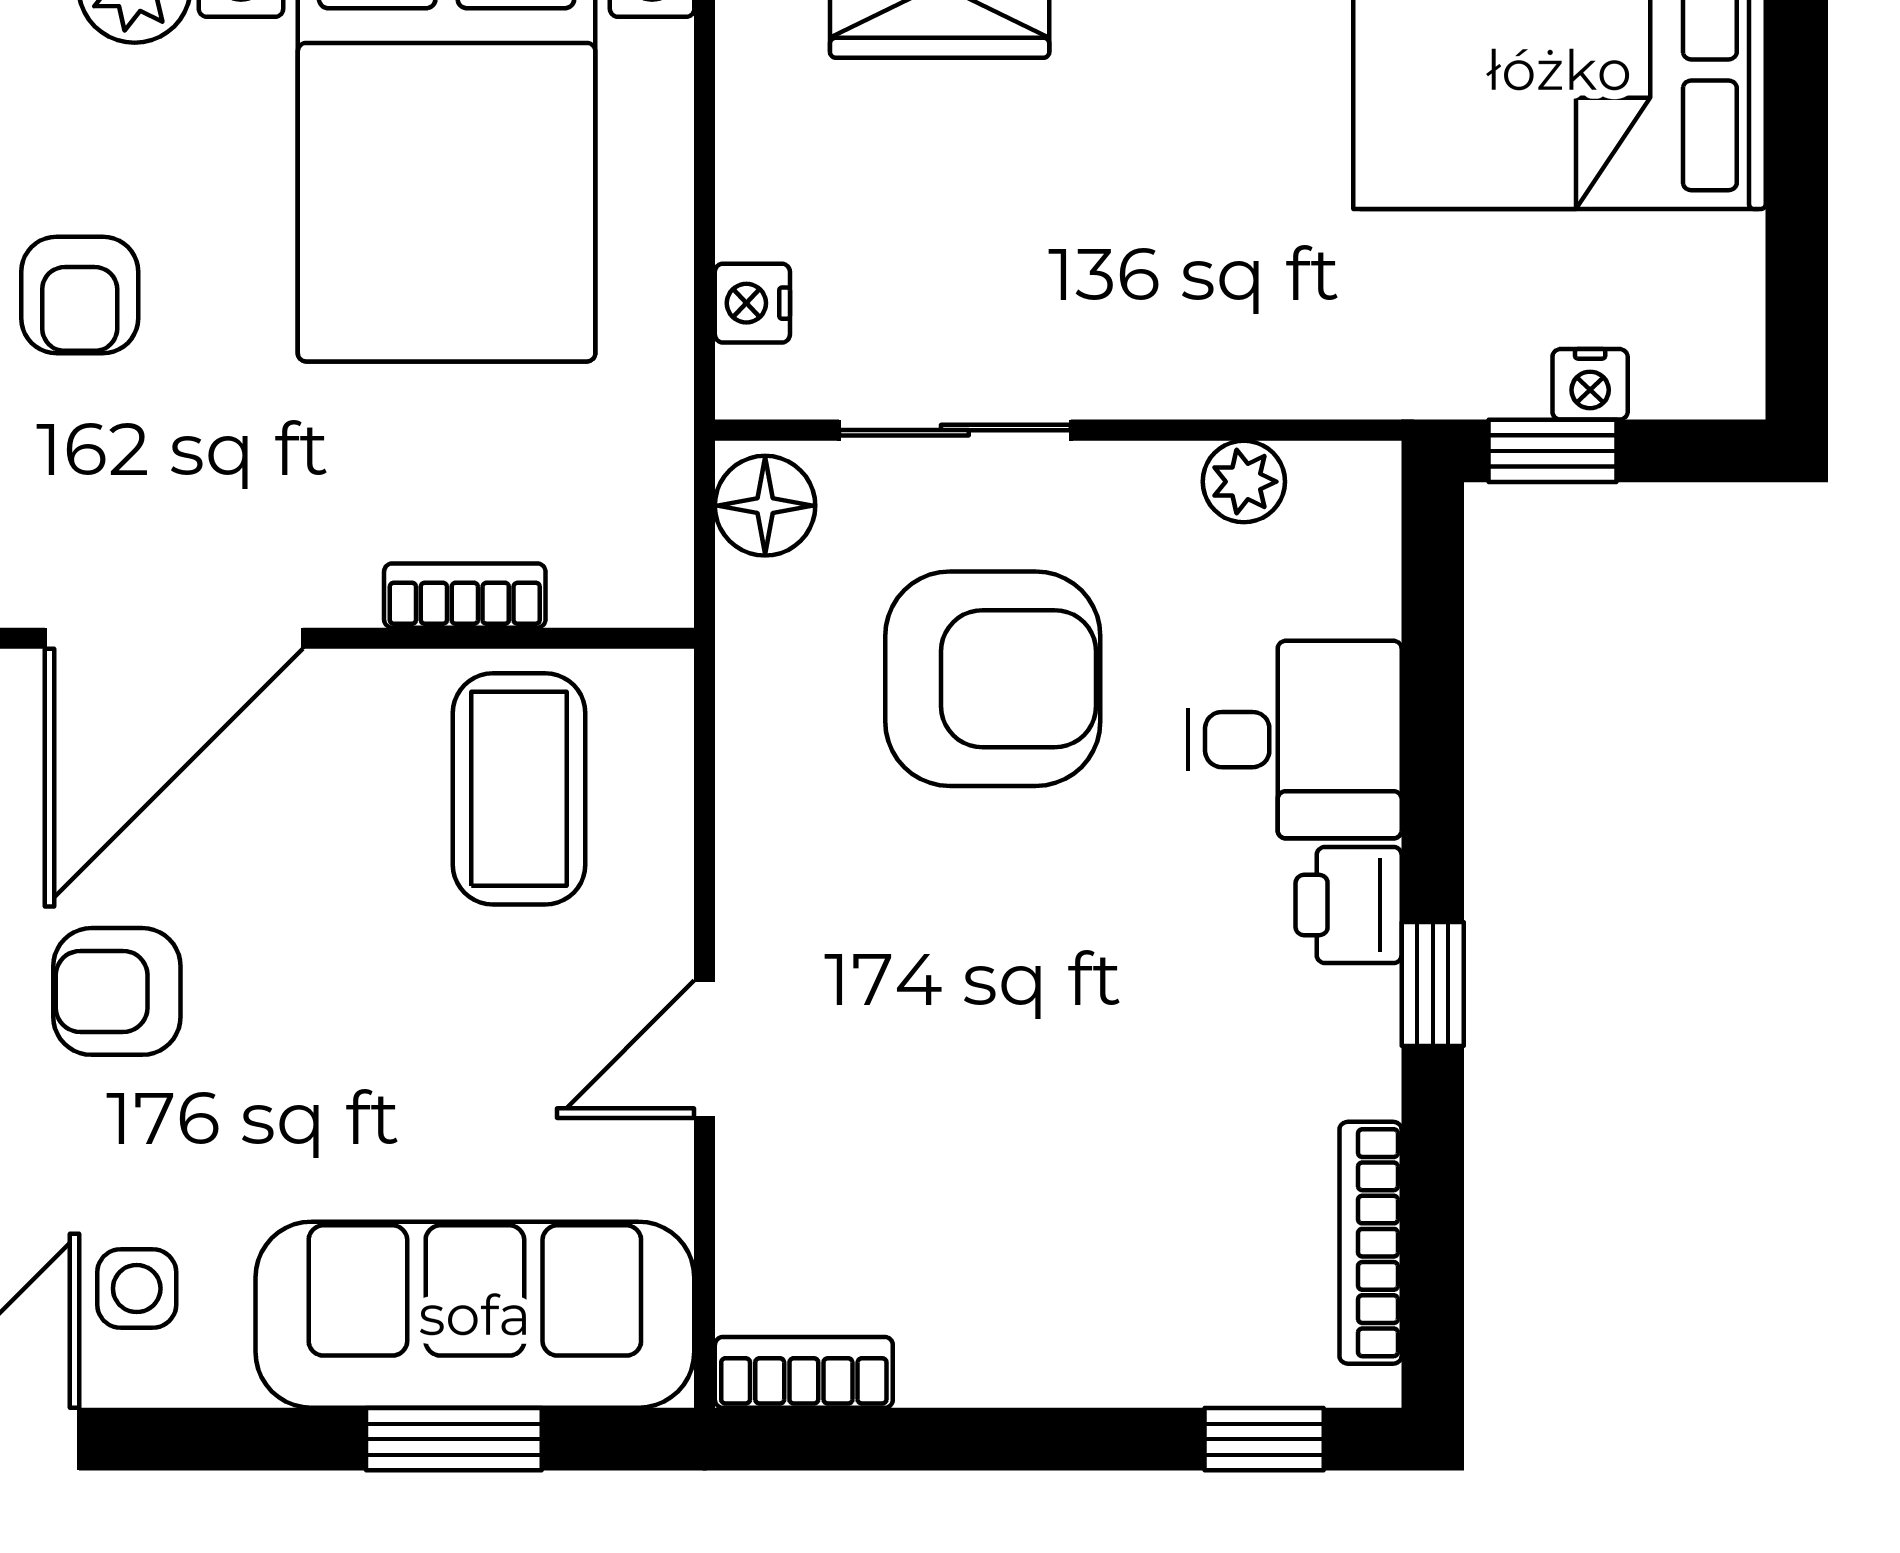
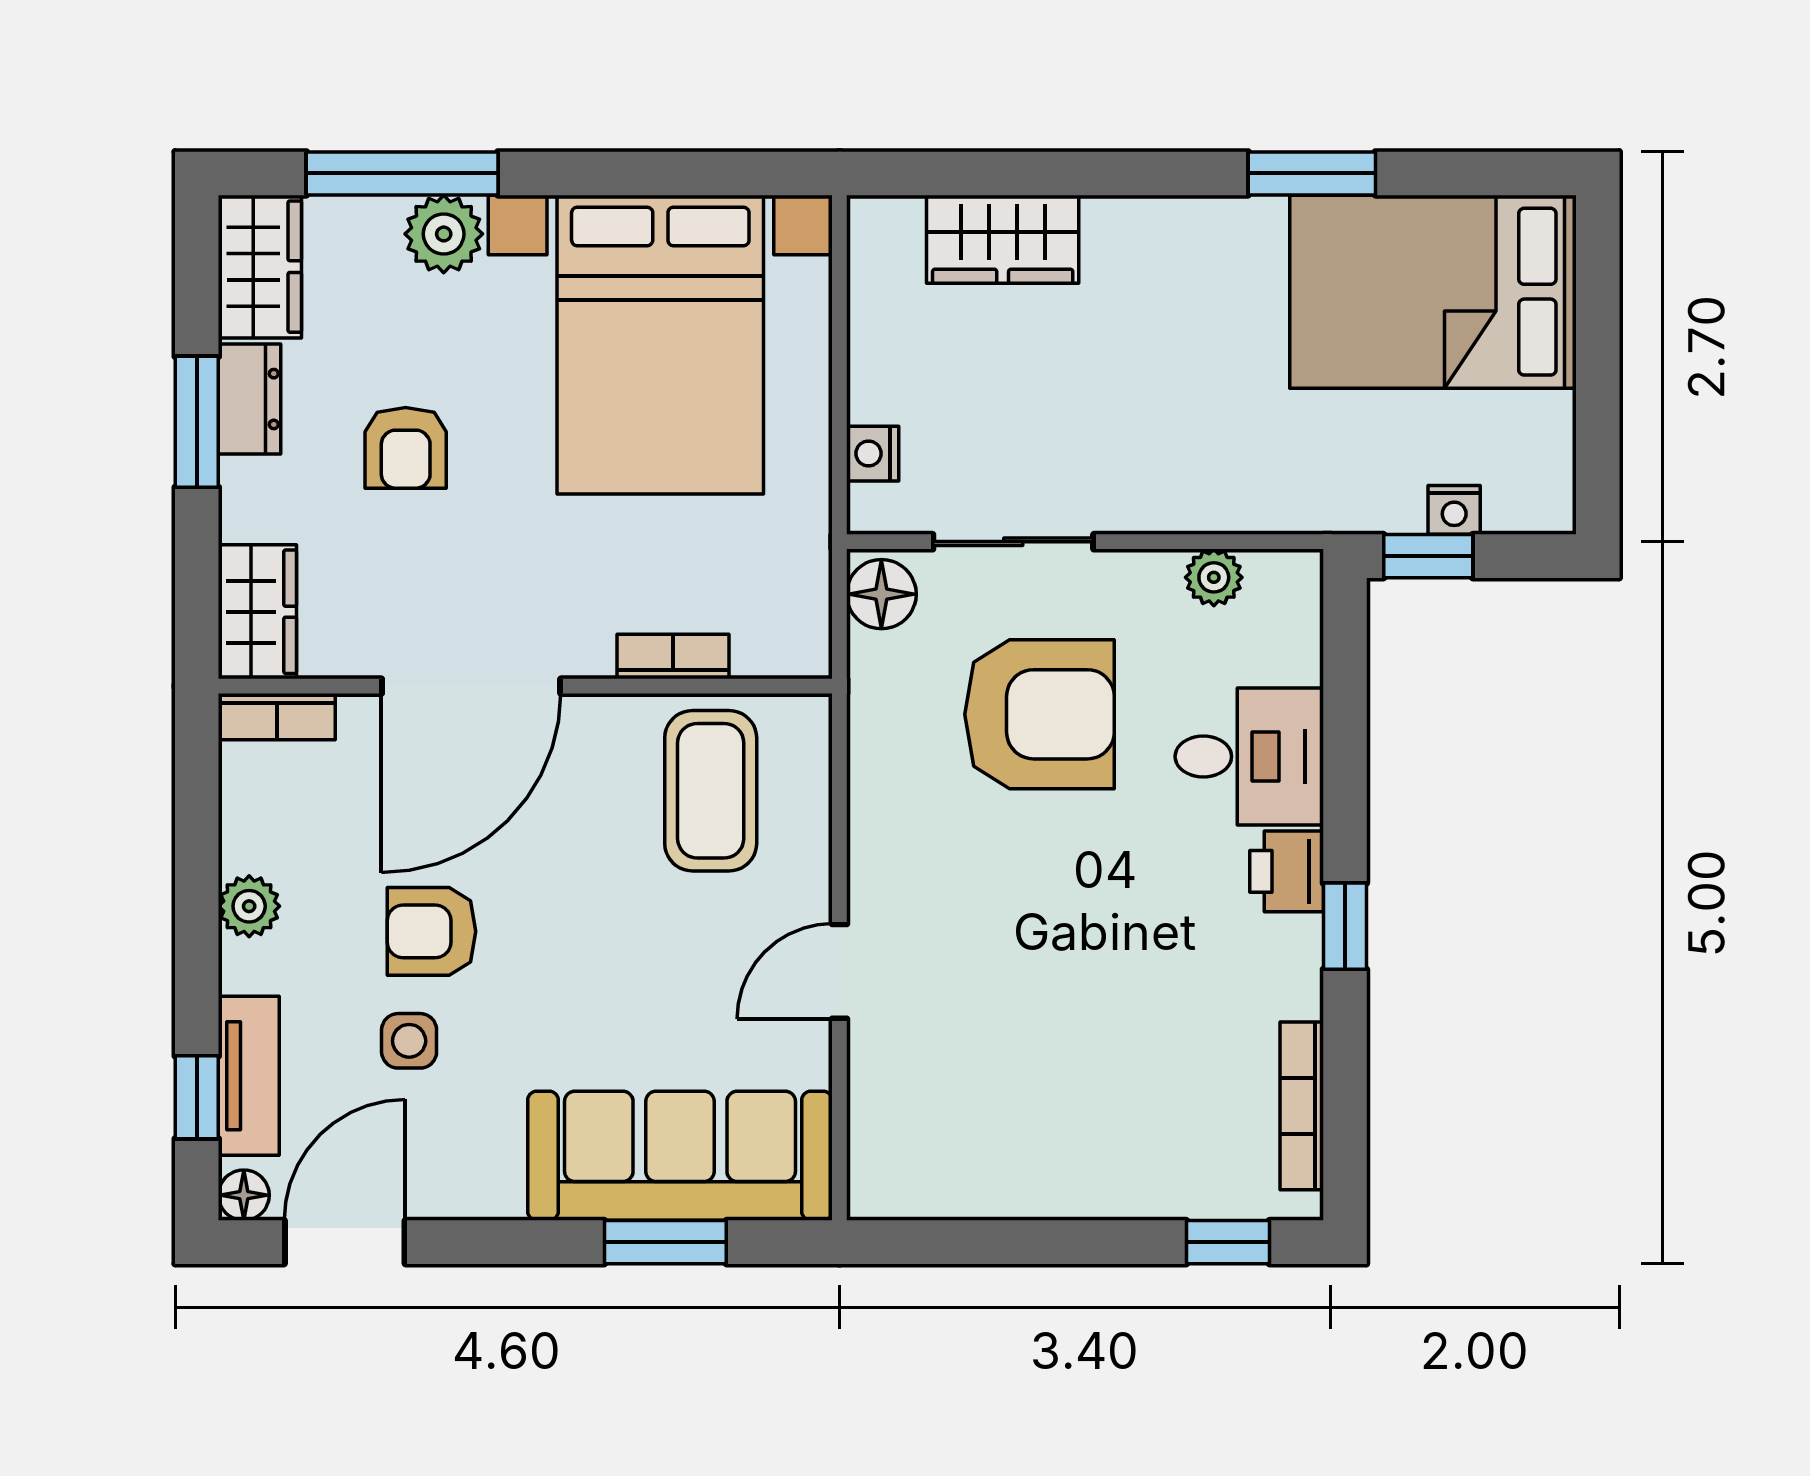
side table: (137, 1289) -> (409, 1041), moved
bookcase: (804, 1372) -> (908, 1196), removed

